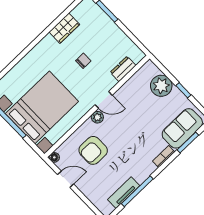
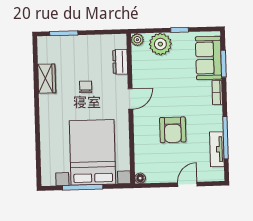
plant: (97, 117) -> (137, 40), moved
armchair: (93, 150) -> (173, 130), moved
door: (66, 179) -> (187, 184), moved

